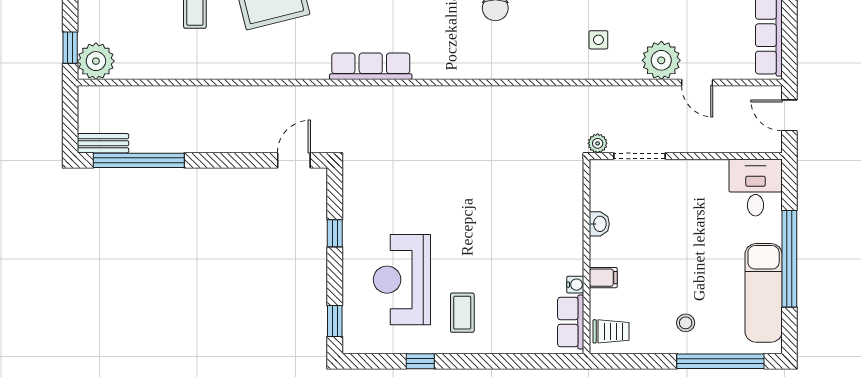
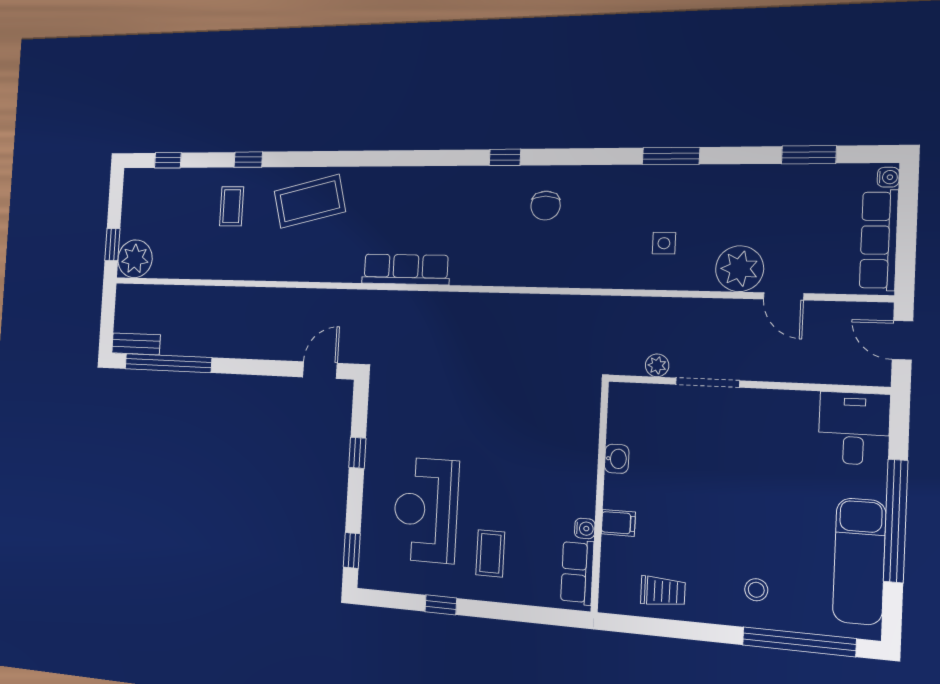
washbasin: (599, 224) -> (617, 459), moved
wall: (587, 256) -> (600, 496), moved
filing cabinet: (603, 278) -> (618, 523), moved
water cooler: (575, 285) -> (585, 528), moved
row of seats: (571, 322) -> (577, 572), moved

